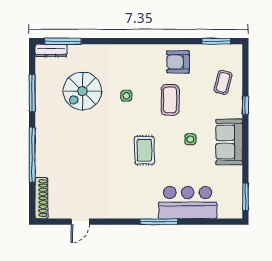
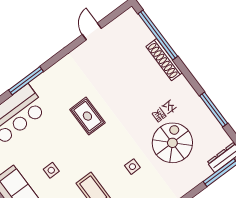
rug: (144, 150) -> (87, 116), moved
window: (32, 155) -> (158, 35), moved
shoe rack: (41, 198) -> (164, 60), moved

